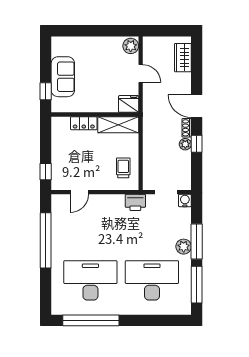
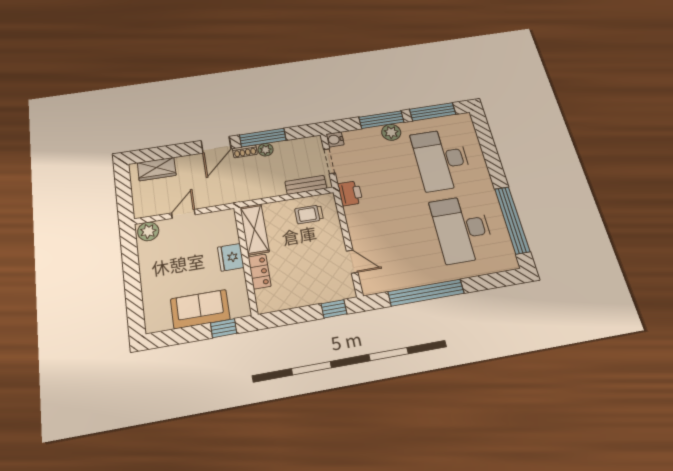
fridge: (129, 104) -> (231, 257), moved
window: (197, 144) -> (263, 138), width x2.17
bench: (149, 170) -> (306, 185), added

